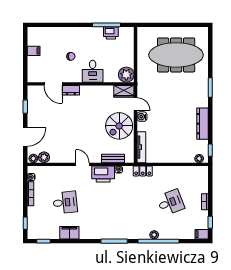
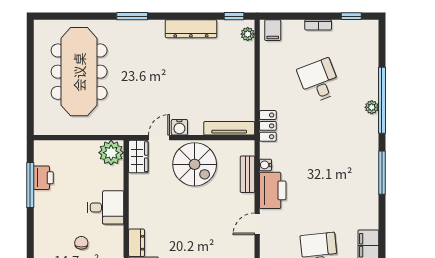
filing cabinet: (202, 234) -> (273, 30), moved

